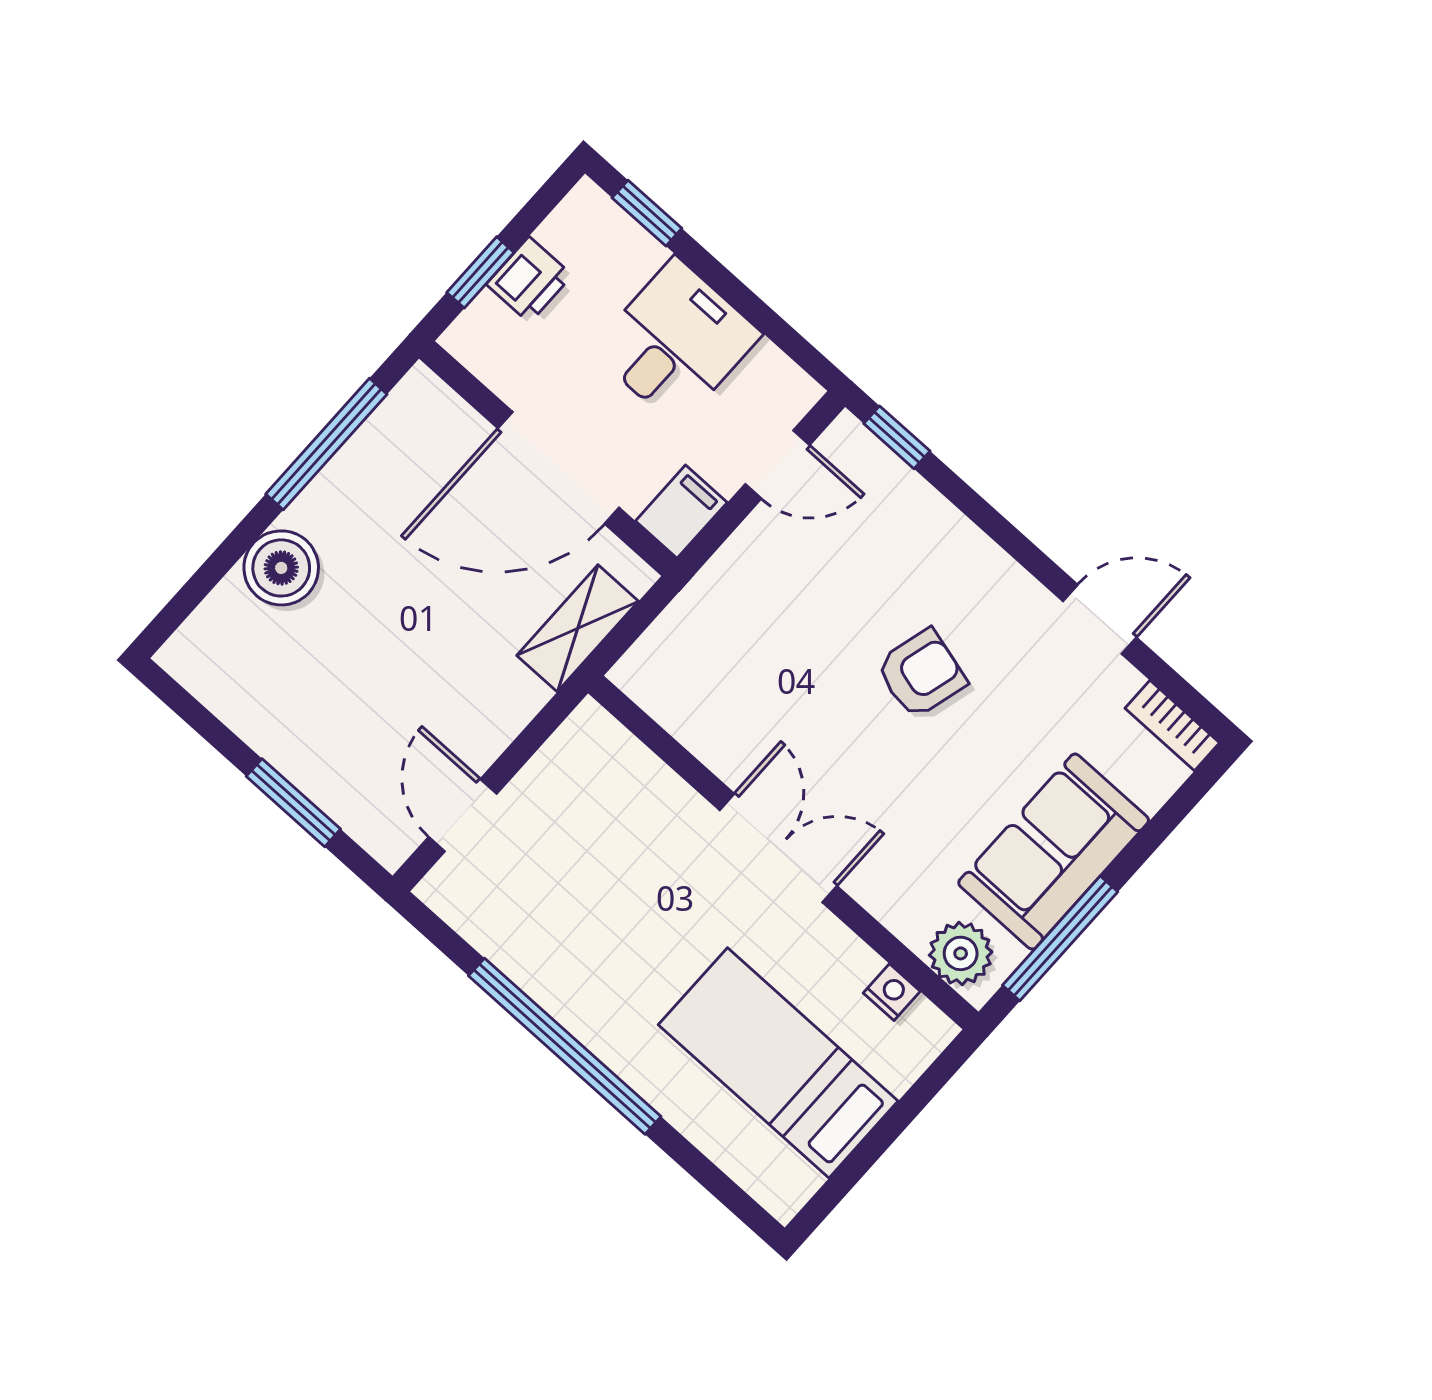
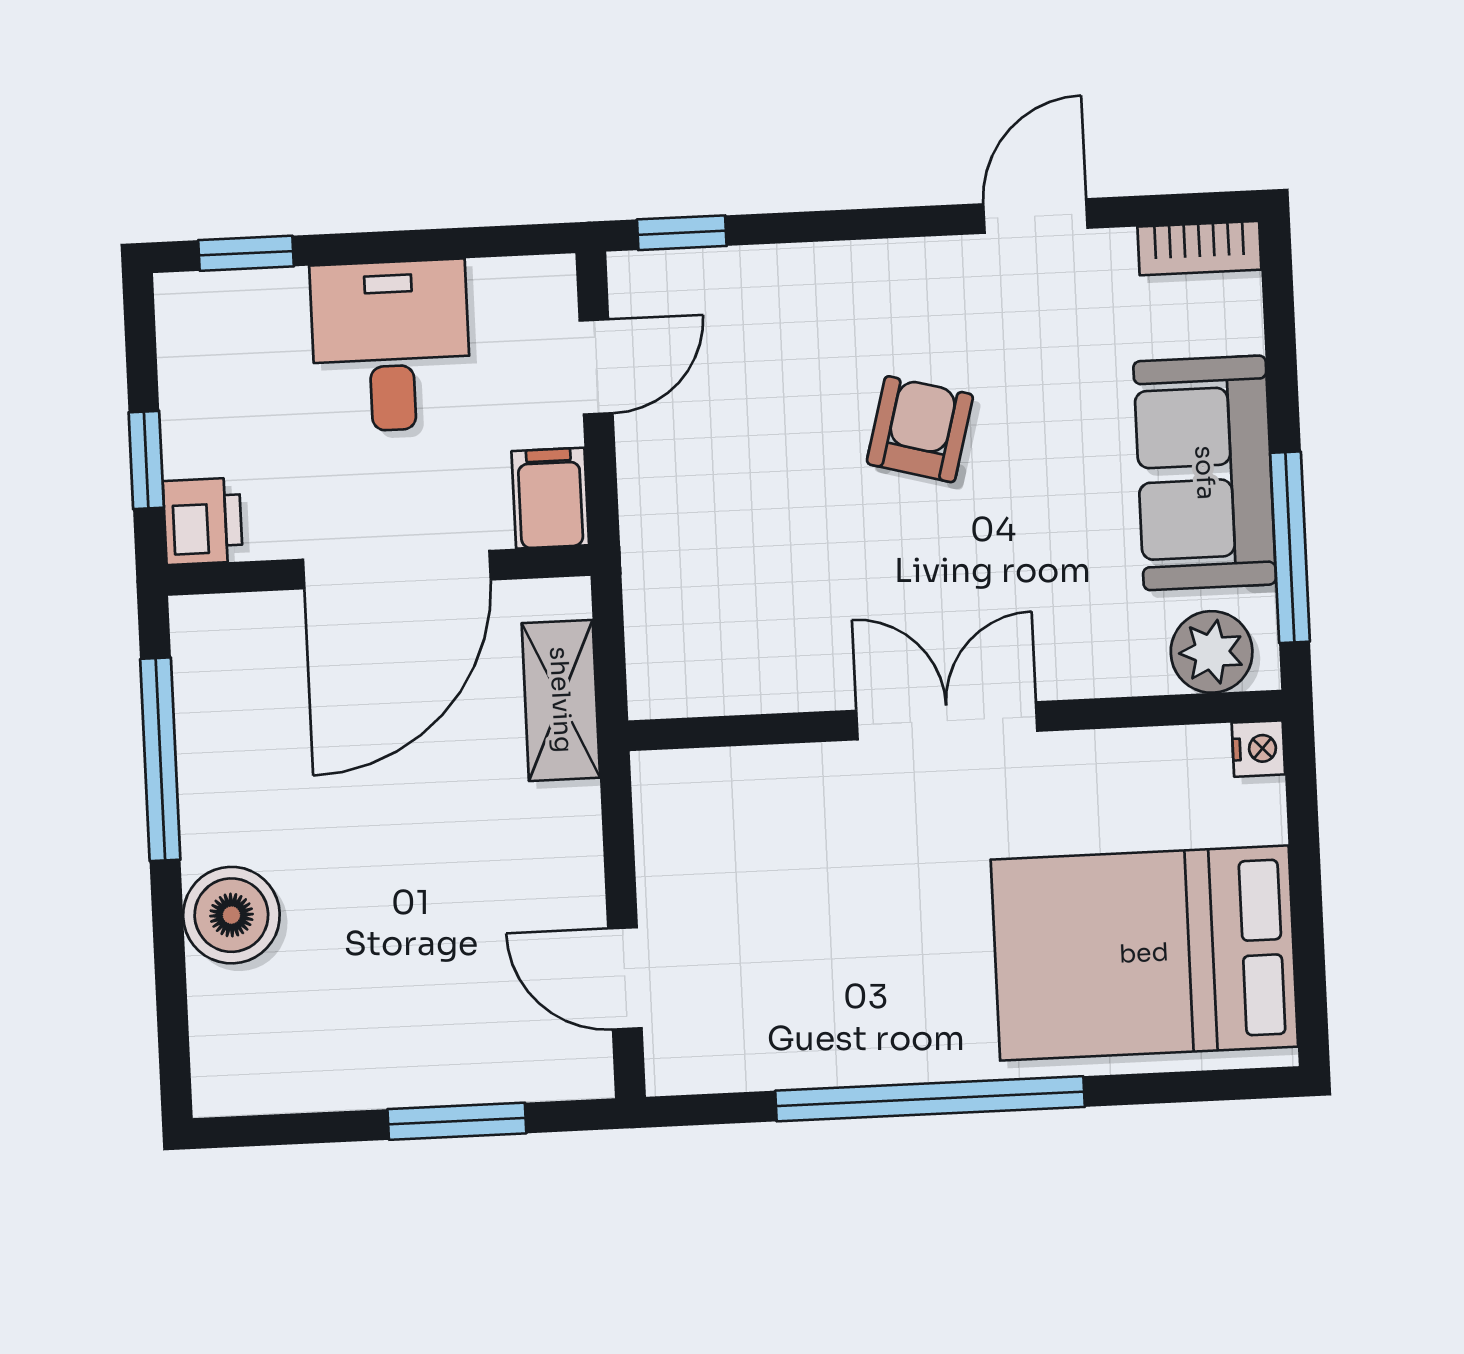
printer: (529, 280) -> (203, 521), moved
nightstand: (892, 992) -> (1258, 749), moved, turned 90
bed: (778, 1063) -> (1144, 953), width x1.50

